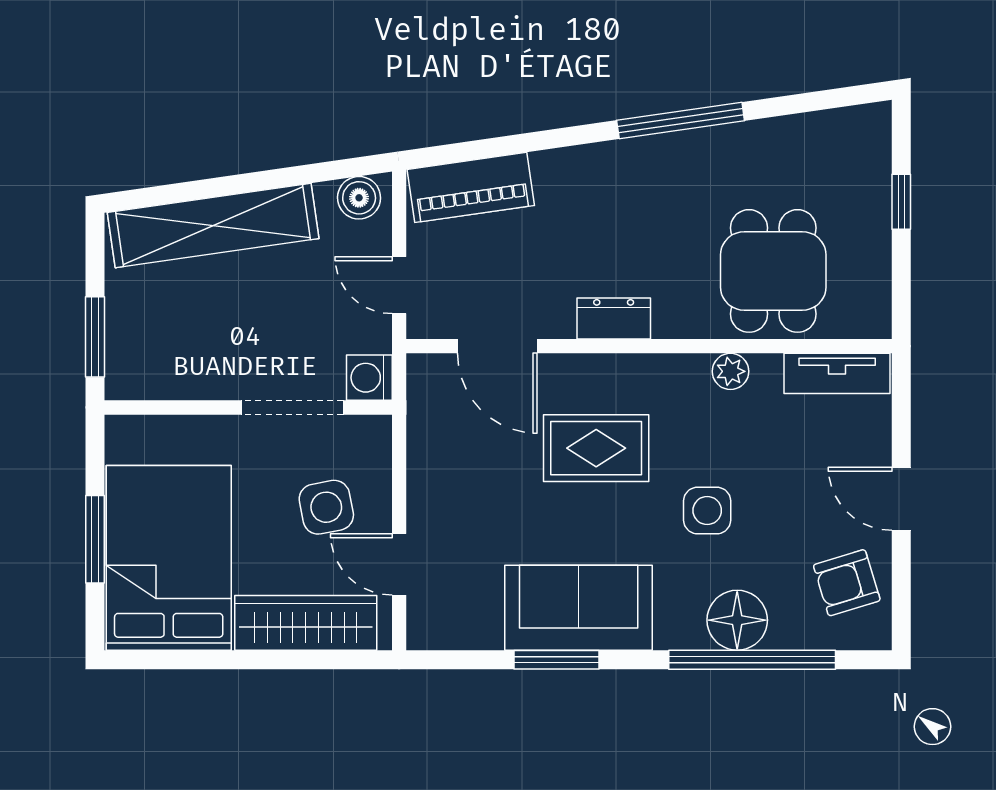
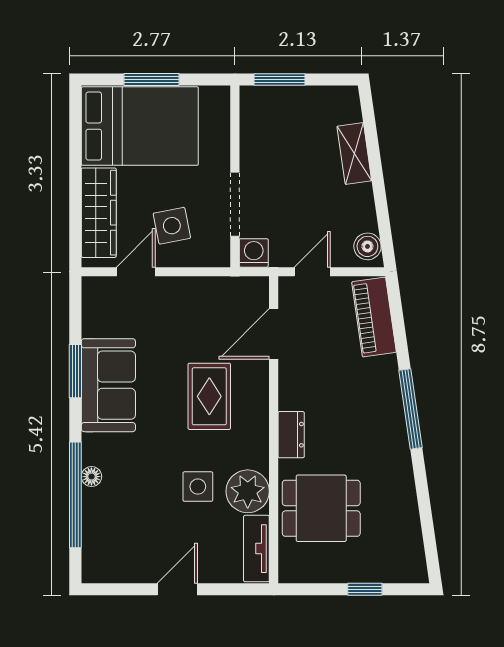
window: (681, 120) -> (410, 409), moved
shelving: (213, 225) -> (354, 153), width x0.45, depth x0.75
dresser: (614, 318) -> (291, 435), moved
plant: (730, 371) -> (248, 491), width x1.88, depth x1.88
side table: (707, 511) -> (198, 487), moved
armchair: (847, 583) -> (124, 555), removed
floor lamp: (737, 620) -> (91, 477), width x0.53, depth x0.53

